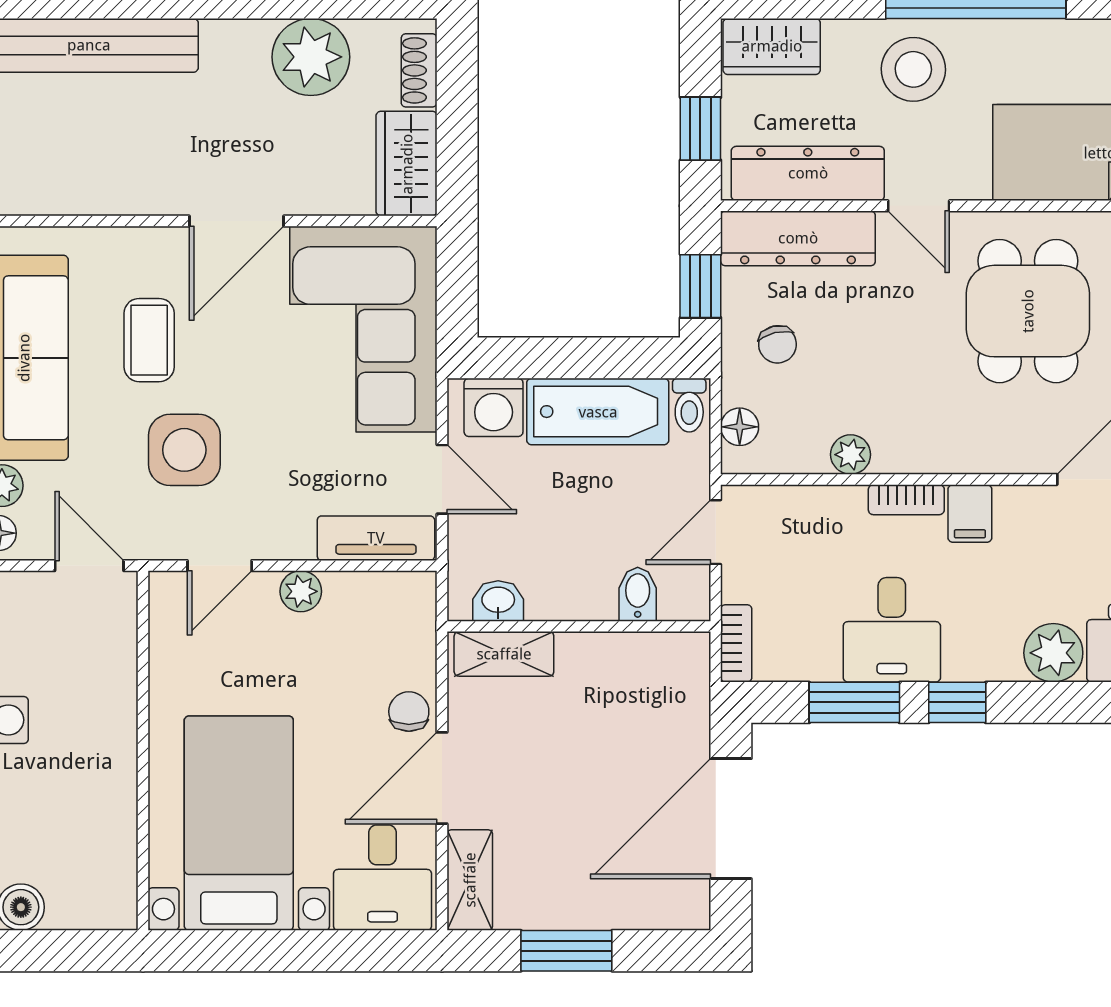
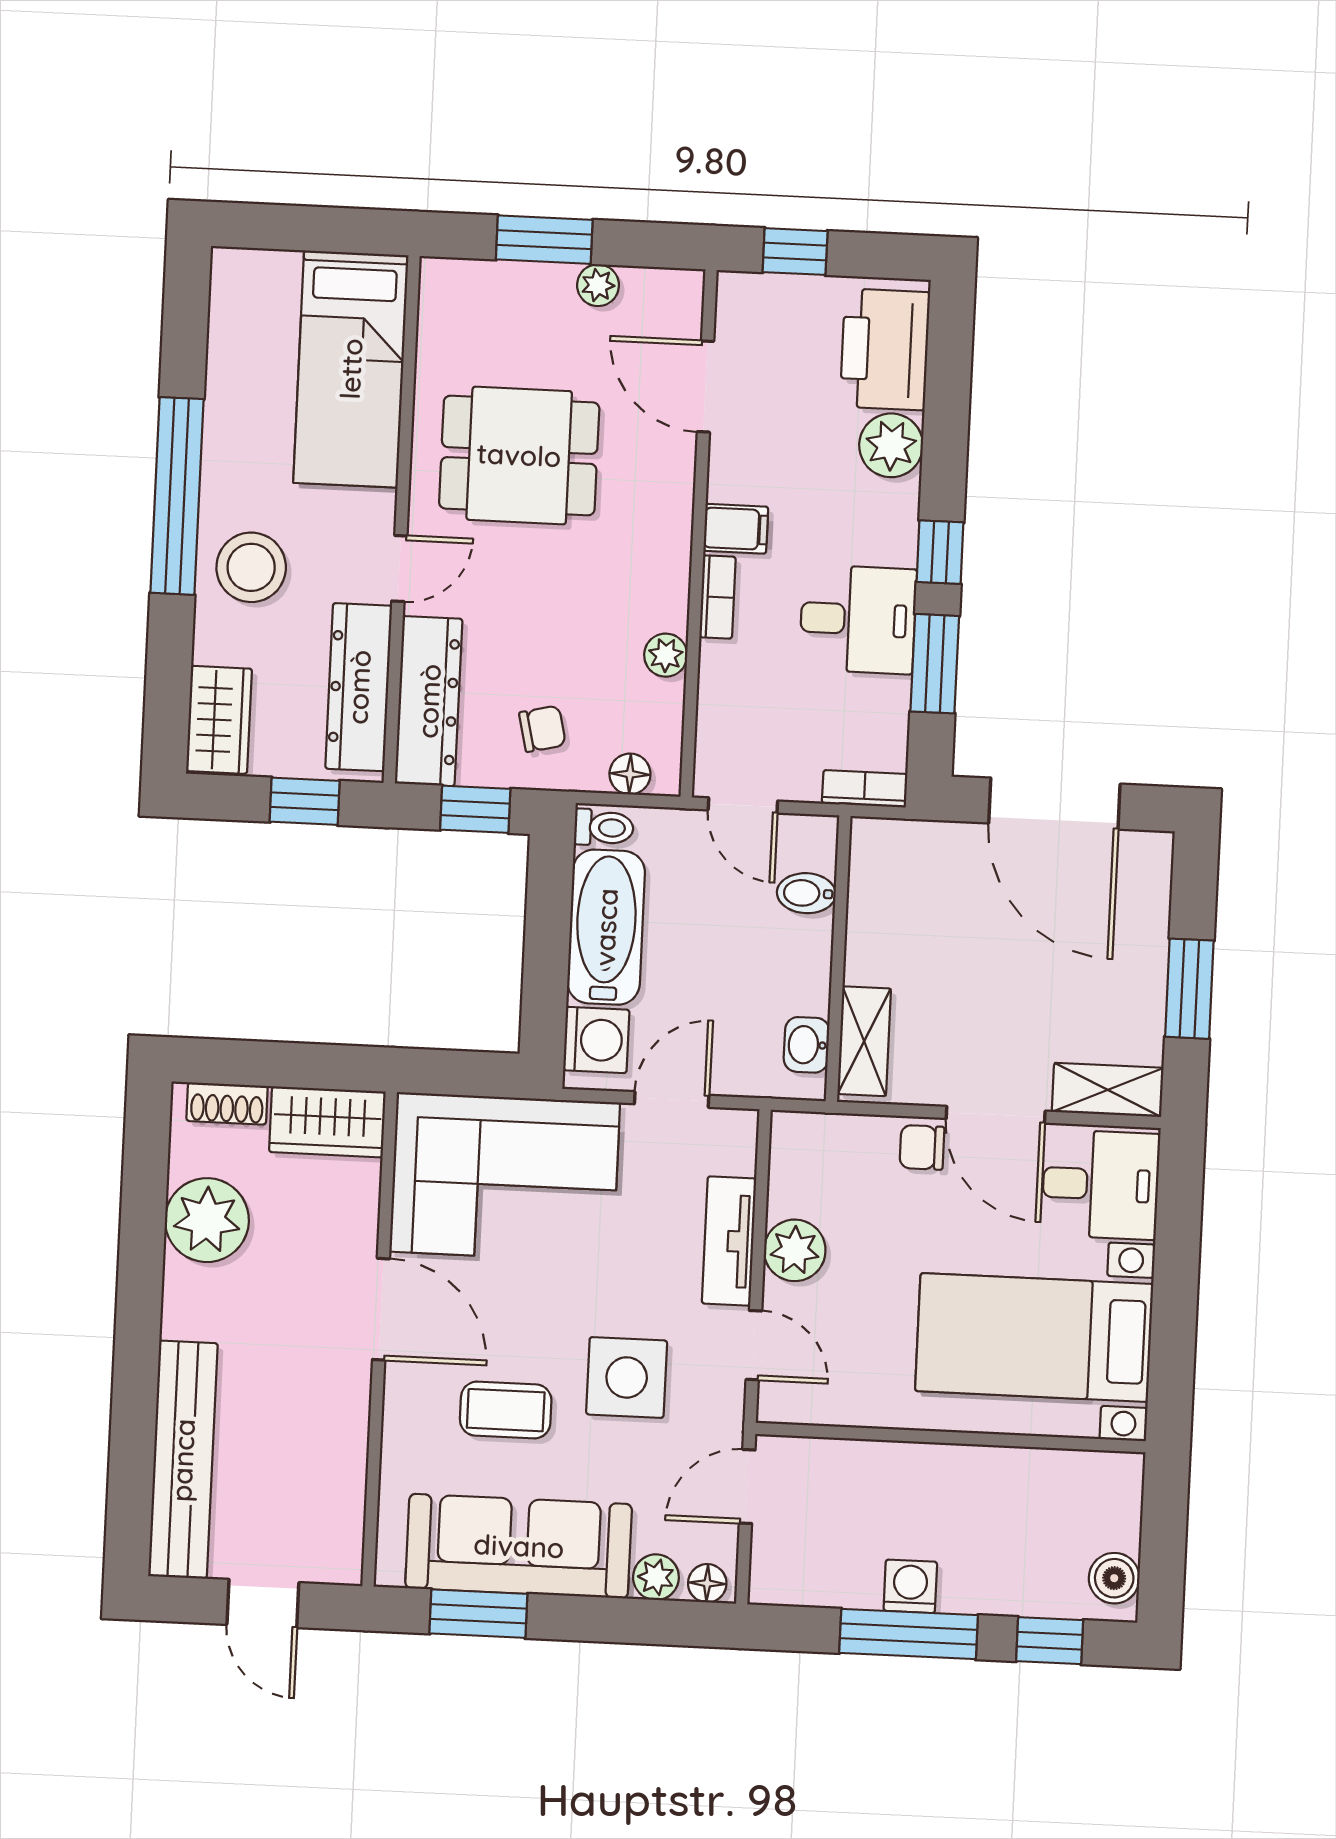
tv unit: (376, 538) -> (729, 1241), moved
plant: (301, 591) -> (795, 1250), width x1.38, depth x1.38

